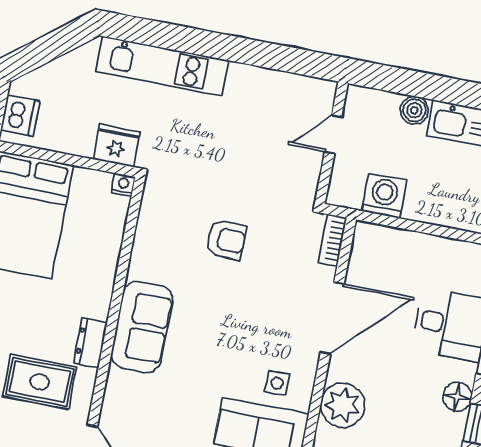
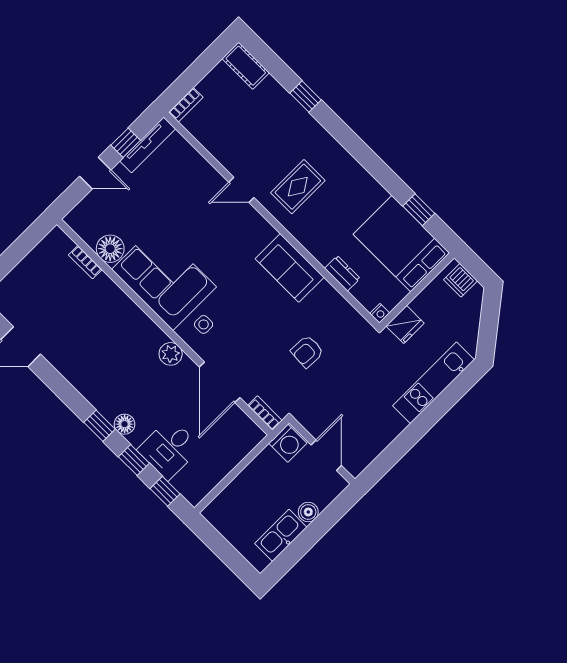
door: (333, 134) -> (326, 455), width x1.37
washing machine: (384, 196) -> (288, 443), moved
dresser: (90, 342) -> (342, 273), moved
plant: (343, 405) -> (171, 354), width x0.73, depth x0.73

